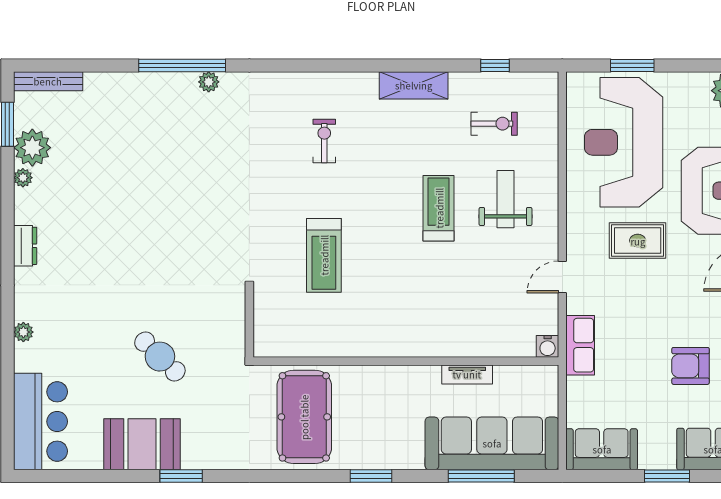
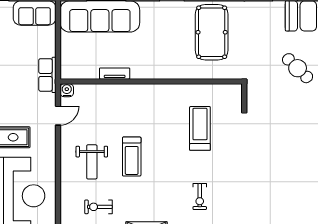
water cooler: (548, 346) -> (67, 90), moved
wall: (406, 361) -> (151, 81), moved
tv unit: (467, 374) -> (115, 74), moved

